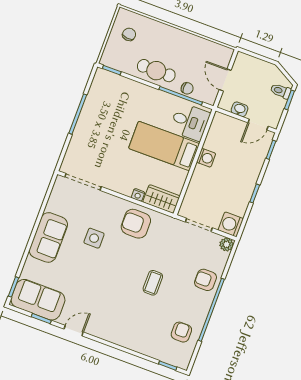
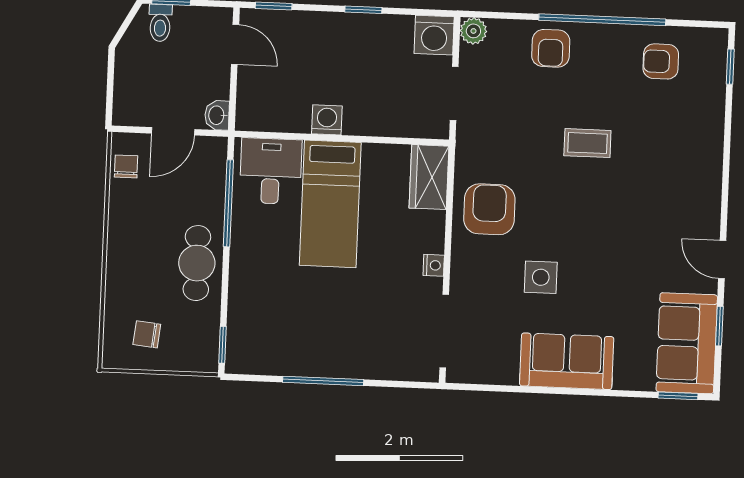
chair: (187, 88) -> (126, 166), moved
washbasin: (240, 109) -> (217, 115), moved
nightstand: (138, 195) -> (434, 265), moved
armchair: (136, 224) -> (489, 209), turned 180

